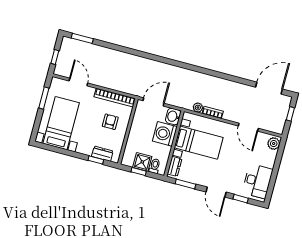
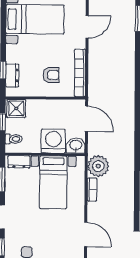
plant: (198, 108) -> (98, 166), width x1.88, depth x1.88
door: (248, 127) -> (86, 235), swing flipped
shower: (142, 162) -> (16, 108), moved

